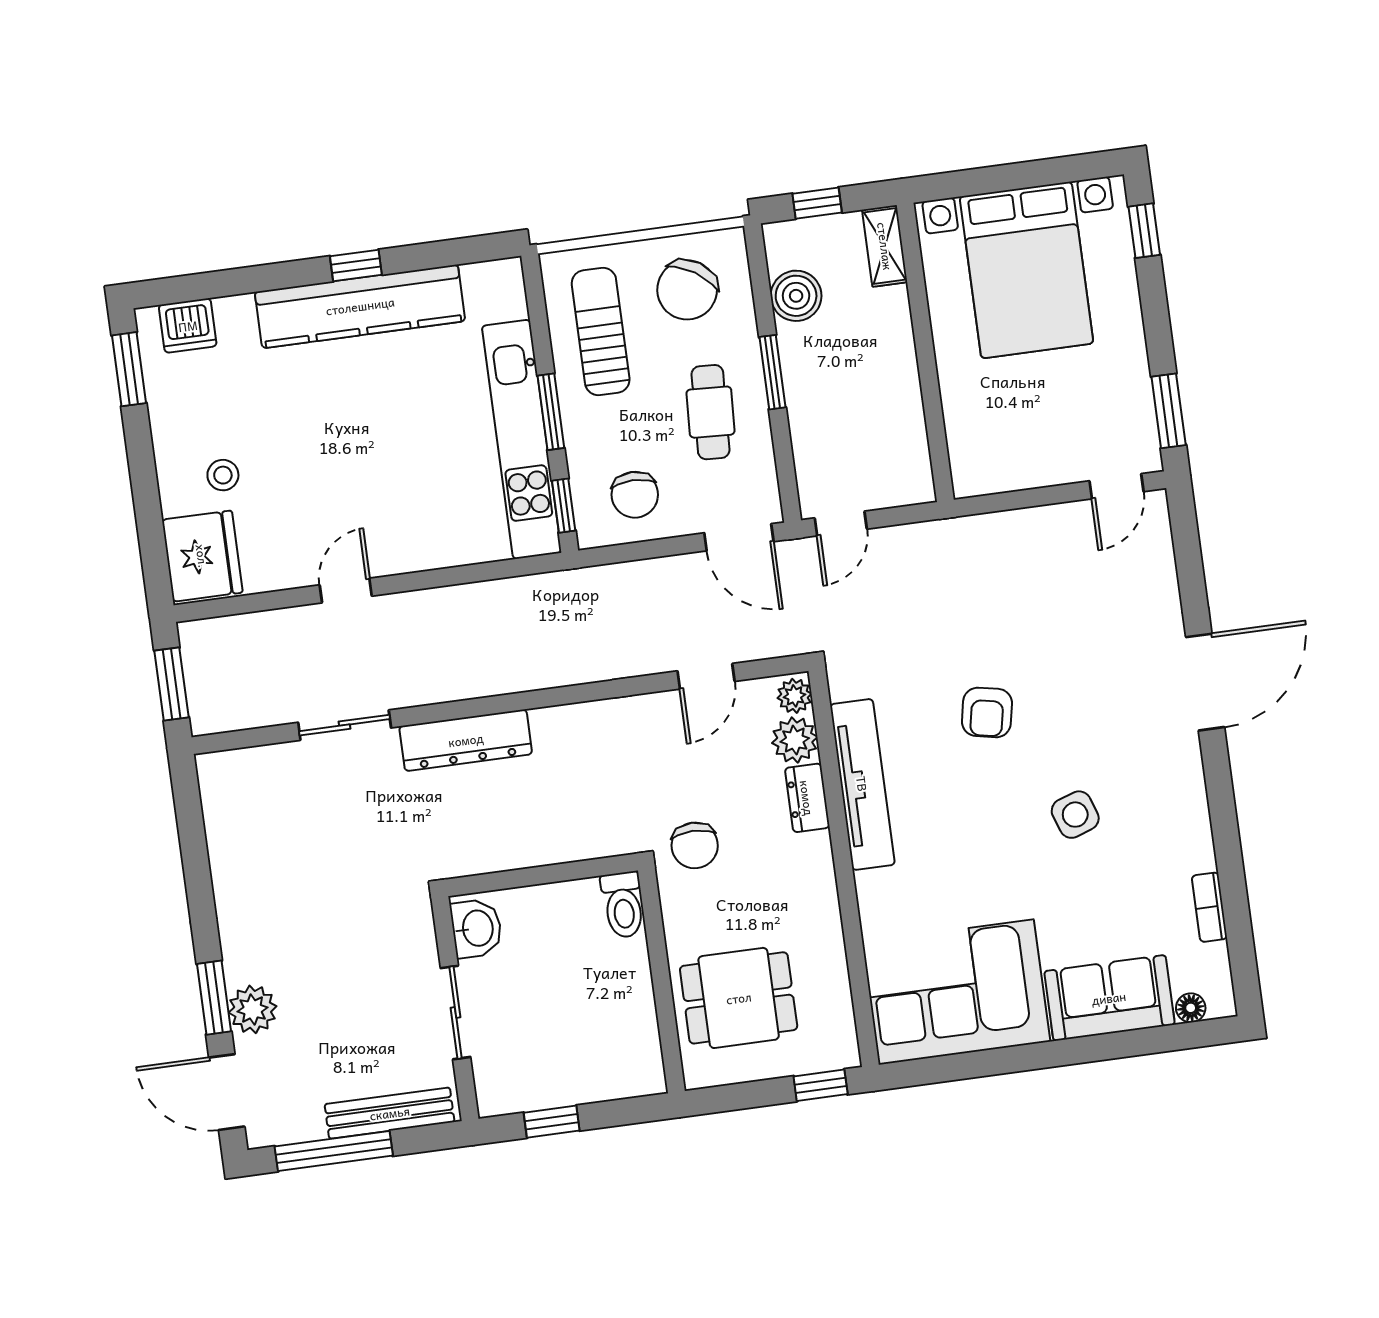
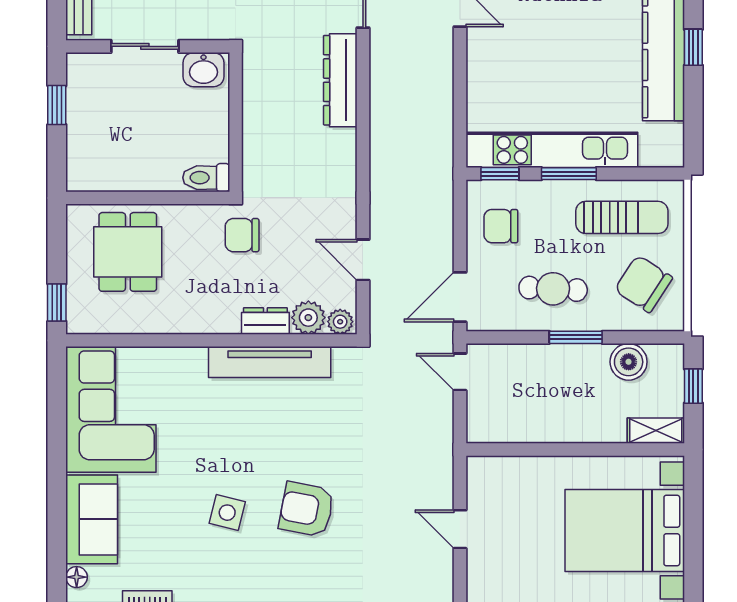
door: (1116, 486) -> (460, 529), moved
armchair: (987, 712) -> (307, 509), moved, width x1.38, depth x1.38
side table: (1075, 815) -> (227, 513), turned 33

